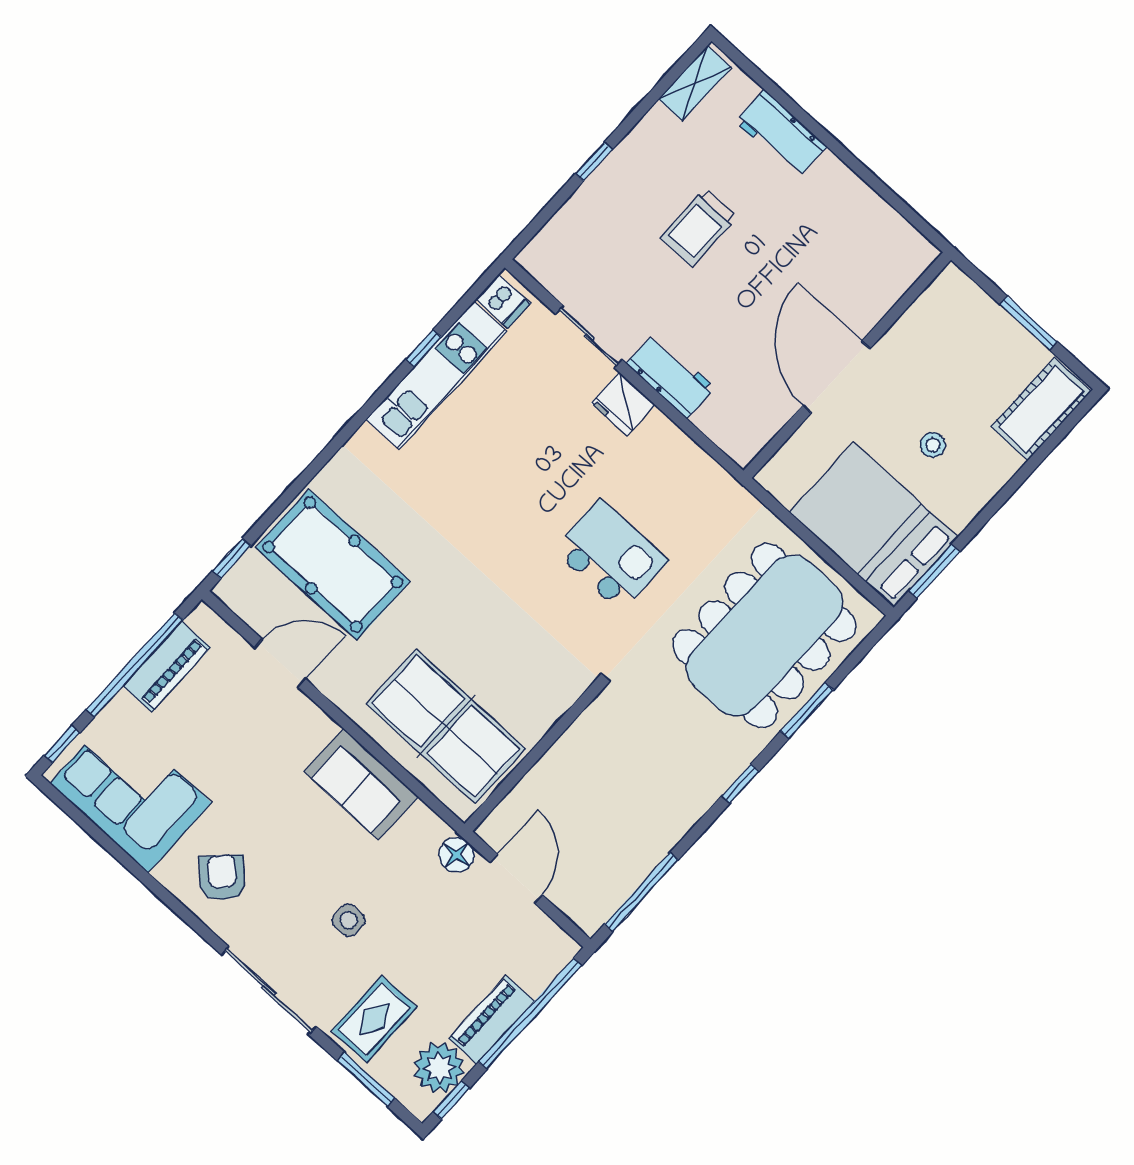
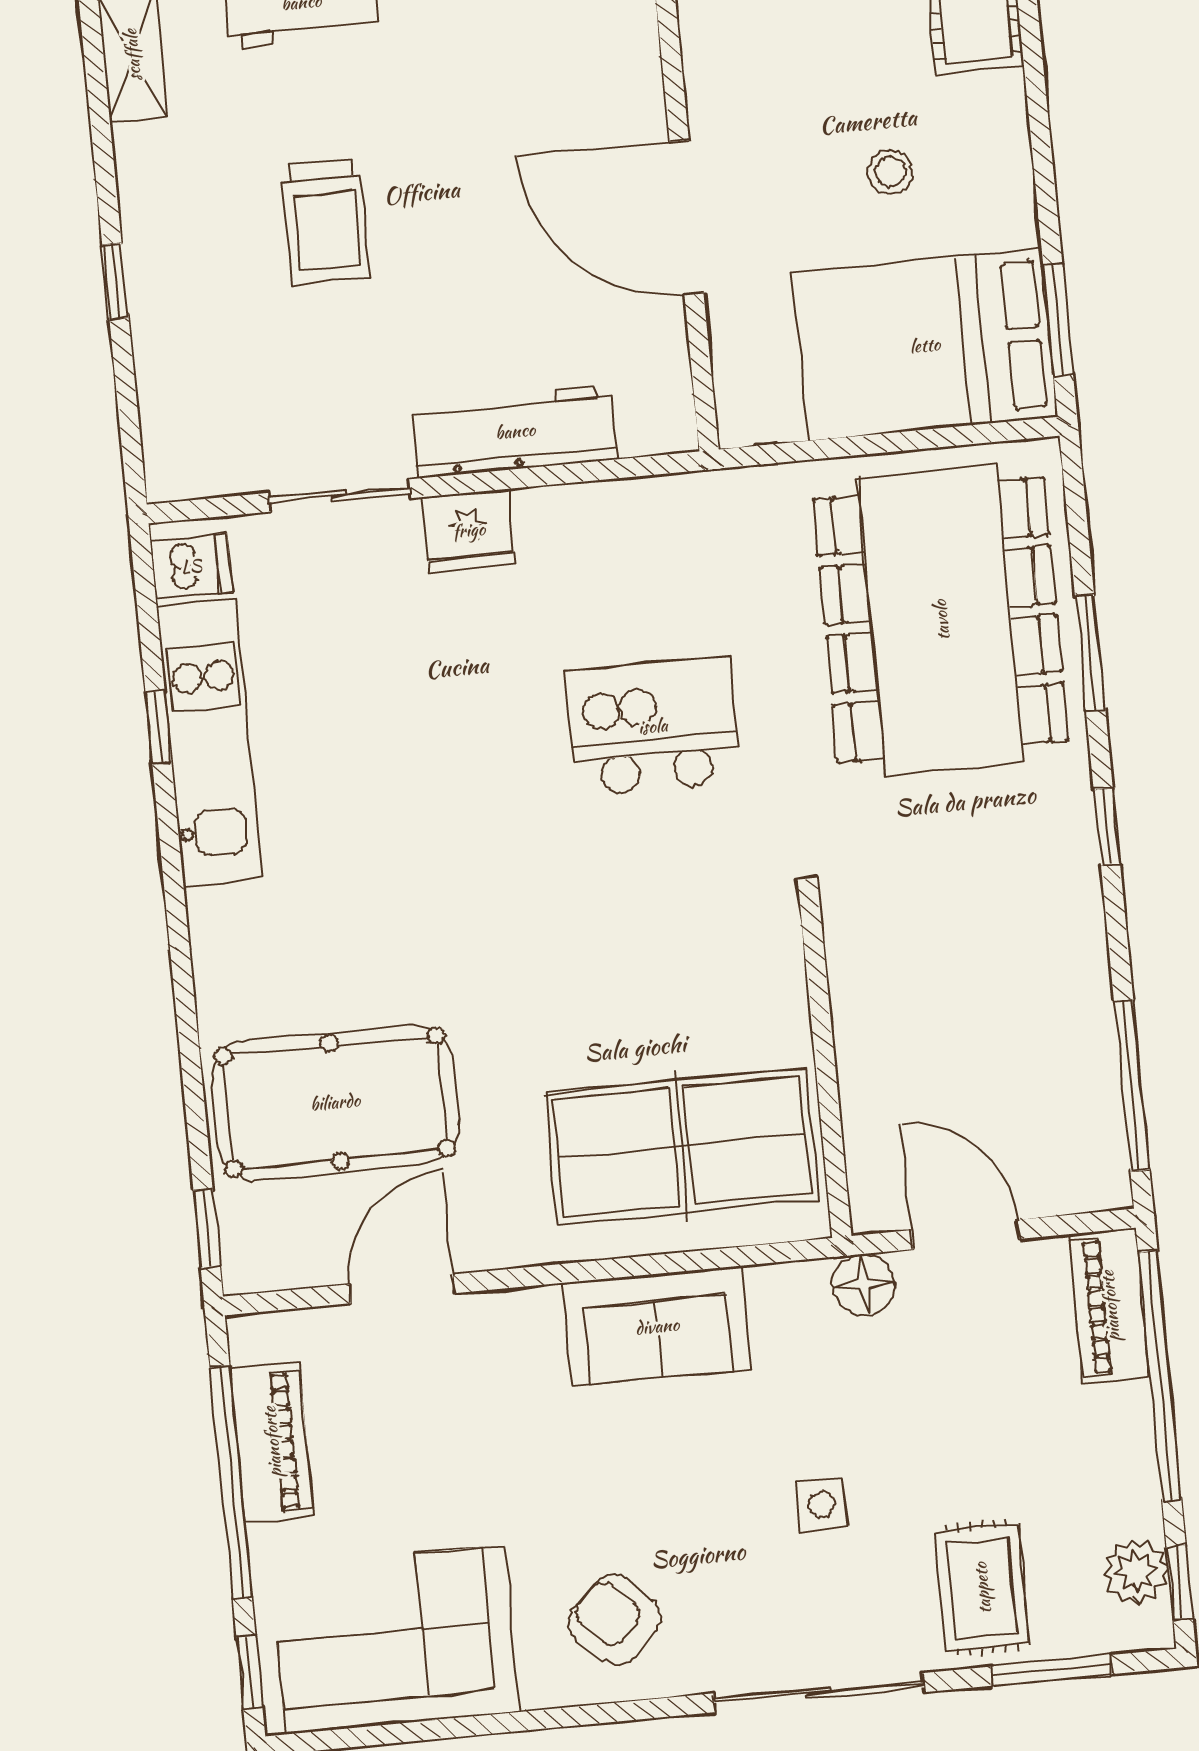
workbench: (671, 376) -> (515, 431), width x1.38
piano: (492, 1020) -> (1110, 1306), moved
plant: (439, 1068) -> (1136, 1571), width x0.73, depth x0.73

